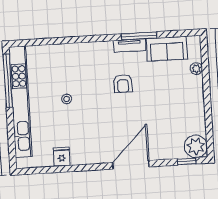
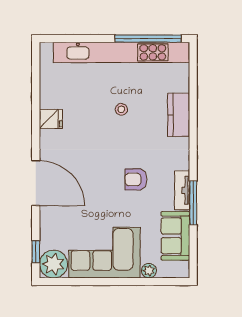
kitchen counter: (68, 52) -> (179, 115), added
corner sofa: (184, 106) -> (104, 253), added
fridge: (62, 157) -> (51, 119), moved

